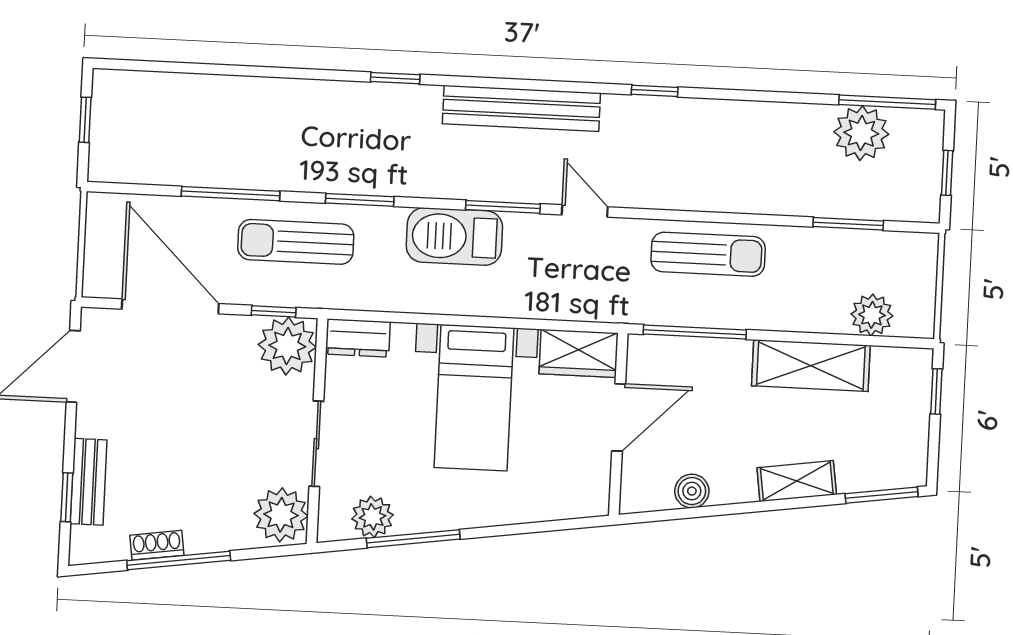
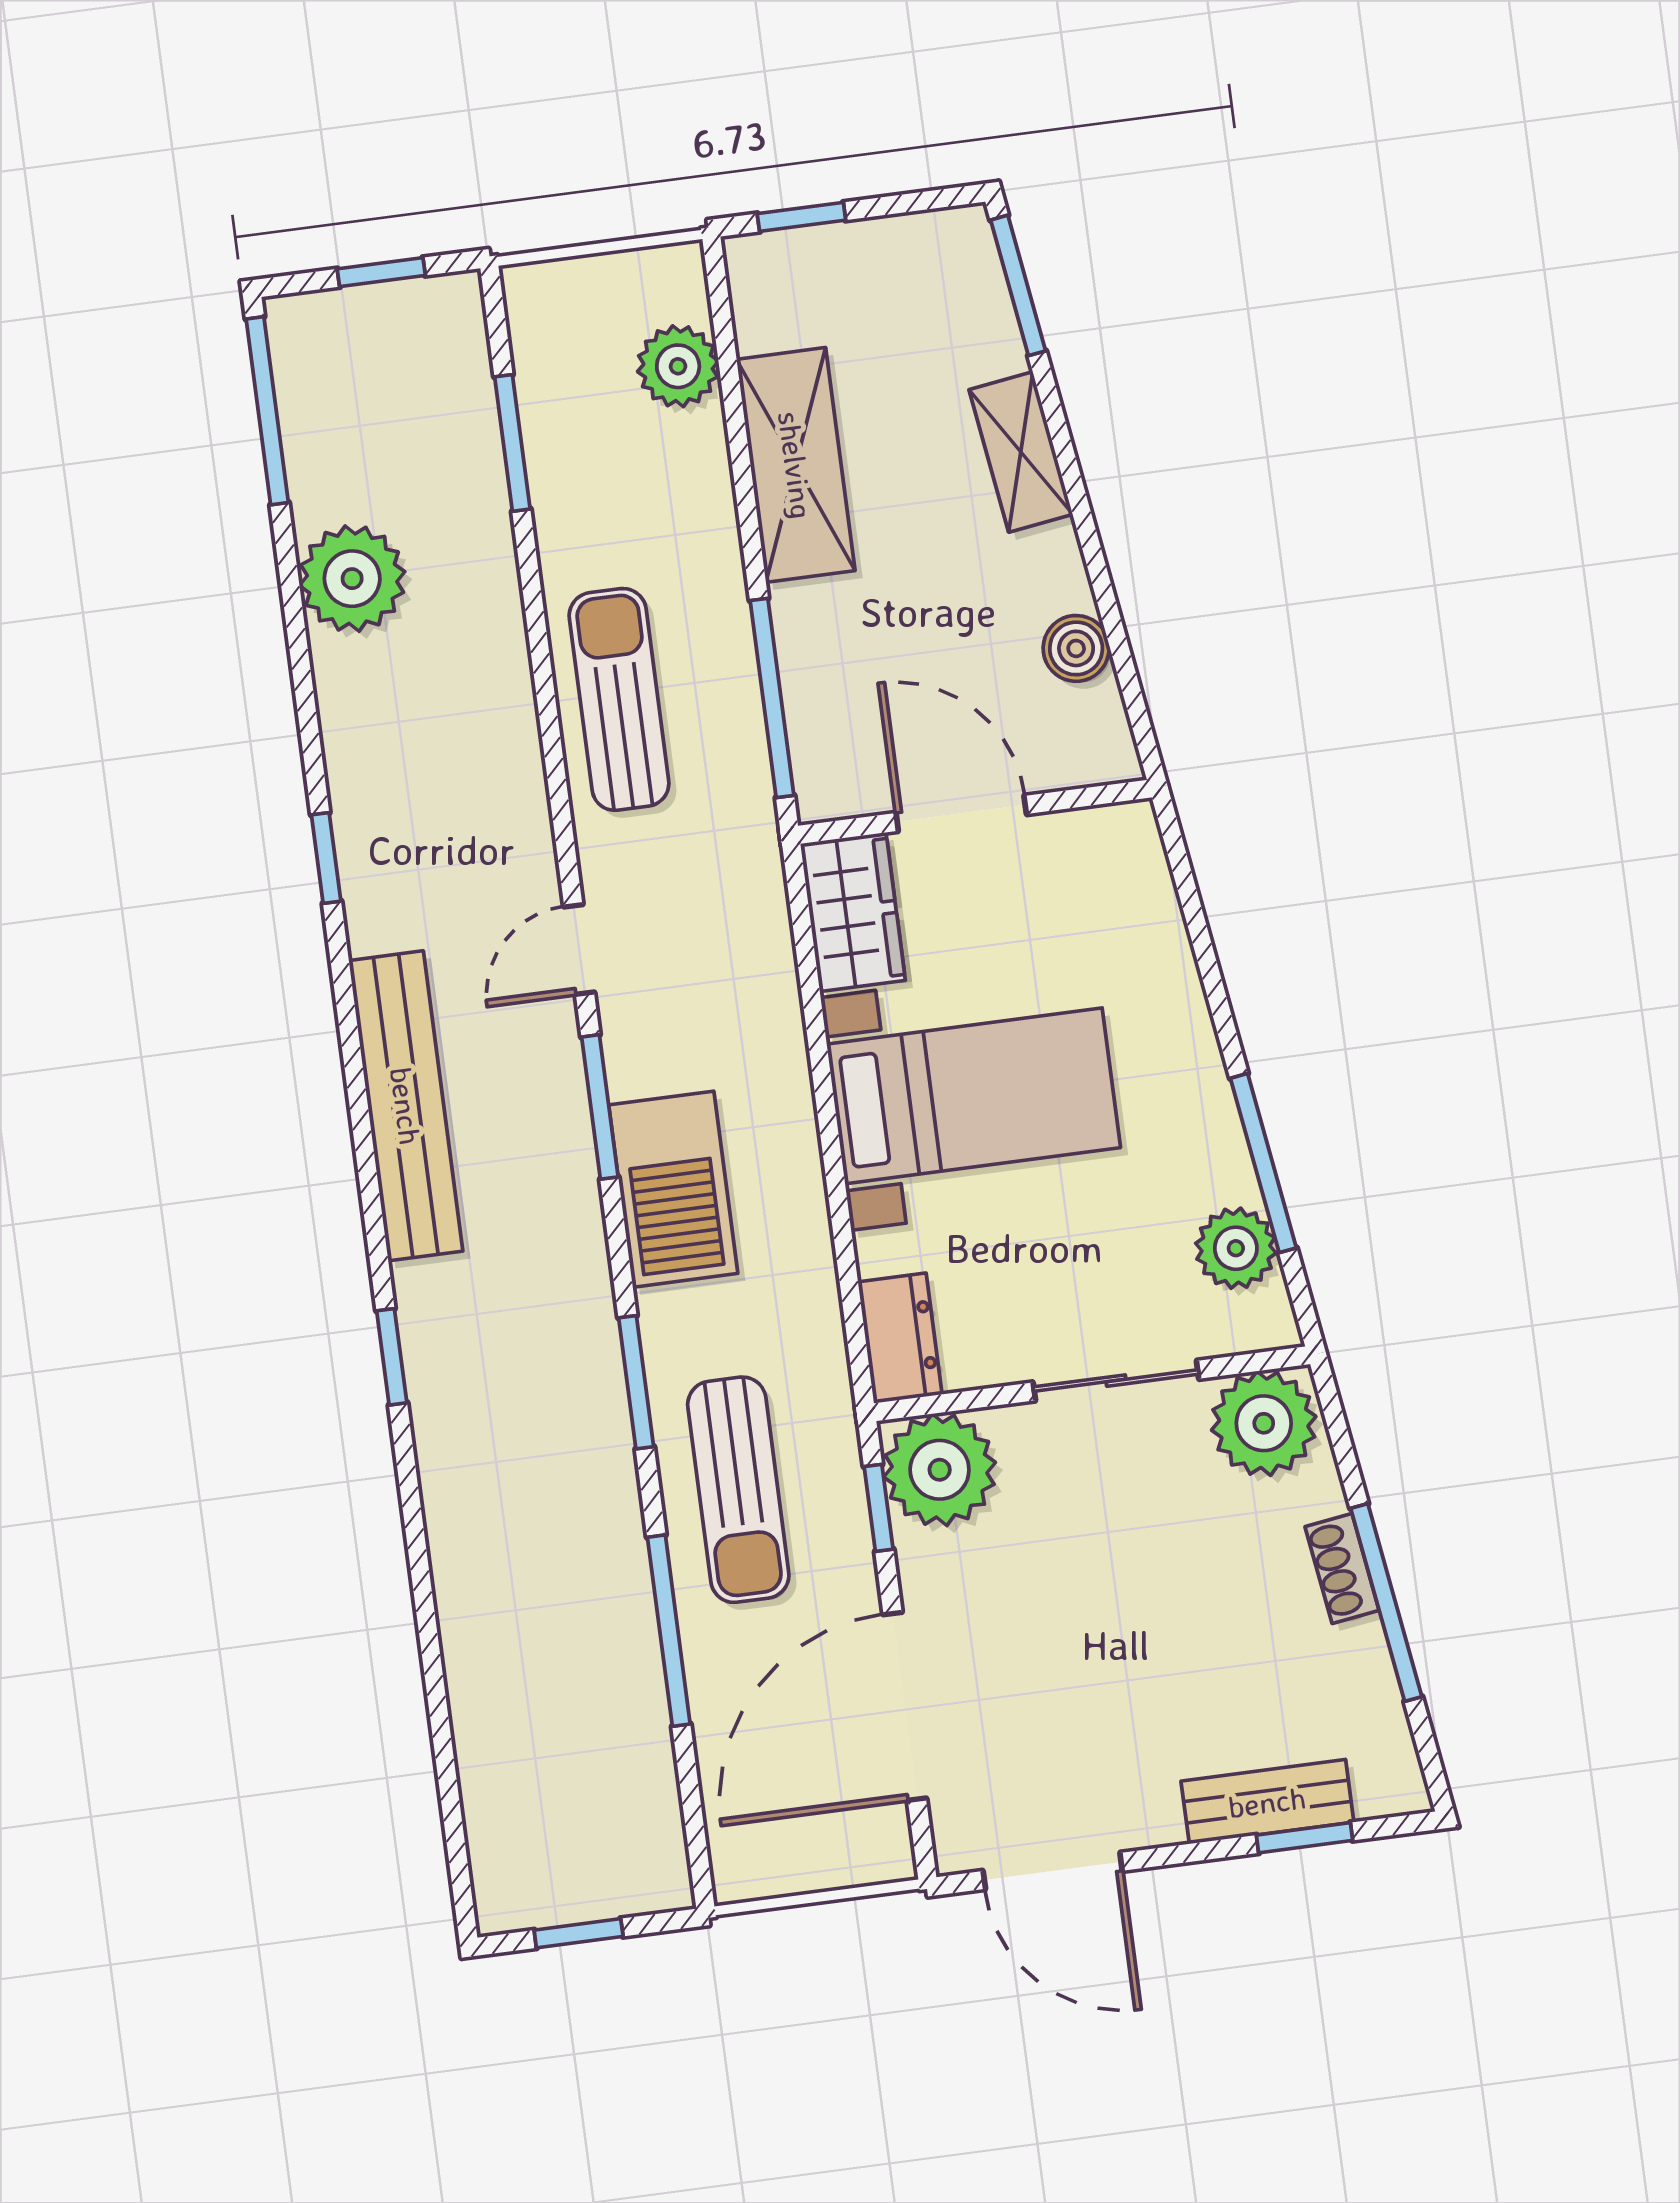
plant: (861, 133) -> (352, 579), moved
shoe rack: (157, 545) -> (1342, 1568), moved

